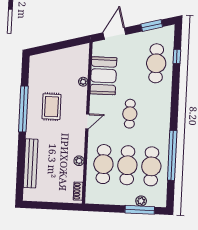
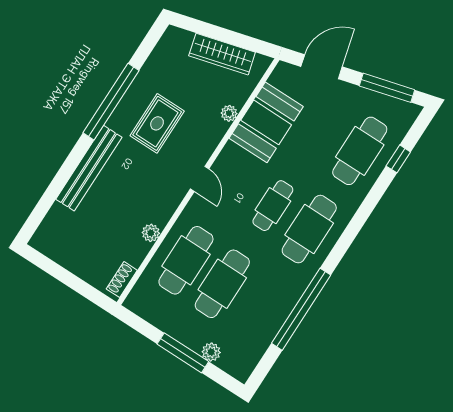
window: (152, 26) -> (387, 88), width x1.44
wardrobe: (63, 55) -> (222, 54), added
door: (87, 121) -> (200, 179), hinge flipped
bench: (31, 163) -> (89, 168), moved
cafe table: (151, 166) -> (309, 229), moved
window: (140, 210) -> (183, 353), moved

